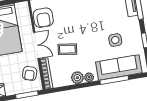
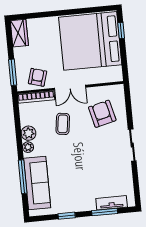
armchair: (43, 18) -> (102, 114), moved, turned 76
side table: (115, 40) -> (70, 181), removed
armchair: (30, 73) -> (37, 77), turned 88

